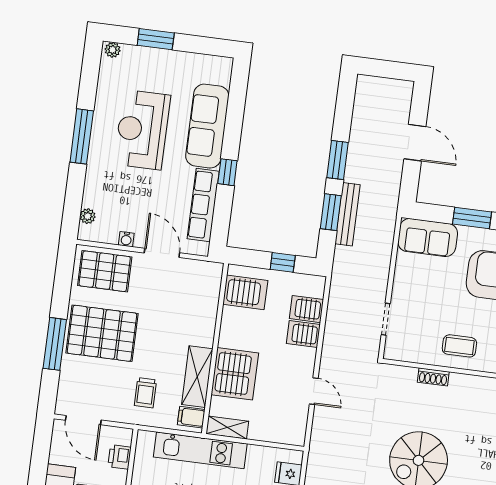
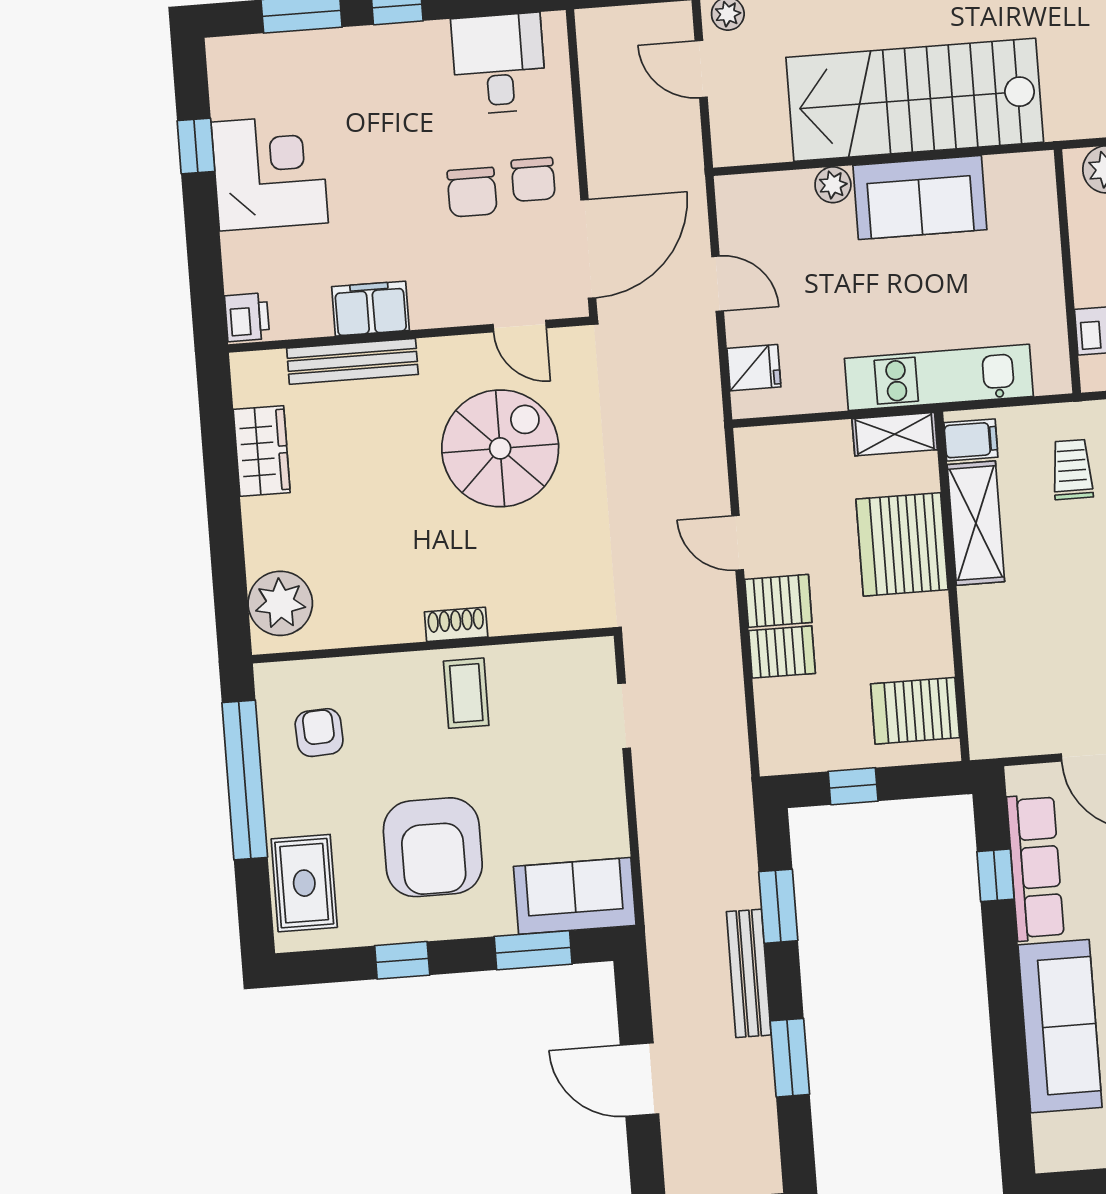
window: (338, 160) -> (790, 1058), moved
window: (227, 172) -> (996, 875), moved
bench: (348, 214) -> (749, 973), moved
window: (472, 218) -> (533, 950), moved
server rack: (307, 309) -> (778, 601), moved
coffee table: (459, 346) -> (466, 693), turned 90
shoe rack: (433, 377) -> (456, 624), moved

